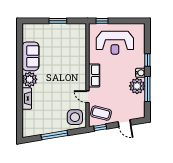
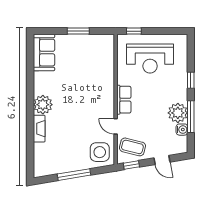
sofa: (31, 56) -> (44, 53), moved
water cooler: (140, 73) -> (182, 130), moved

